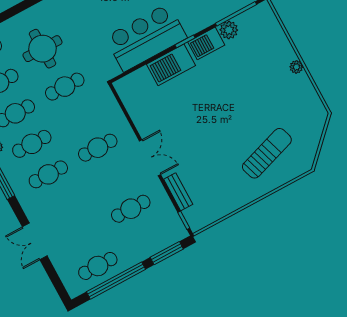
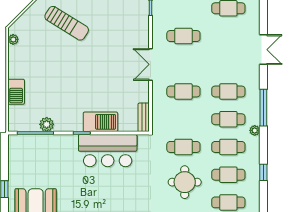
barbecue: (206, 43) -> (16, 92), moved, turned 90
plant: (296, 67) -> (13, 39), moved
sun lounger: (267, 153) -> (67, 23), turned -130
bench: (178, 192) -> (144, 117), moved

